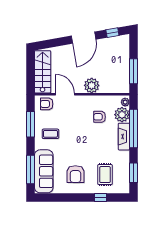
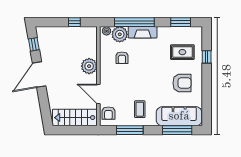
door: (84, 38) -> (39, 75), swing flipped
window: (134, 71) -> (74, 22), width x0.46
door: (65, 94) -> (98, 94), hinge flipped

